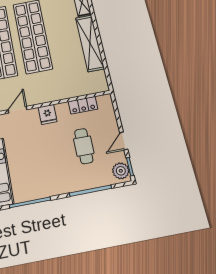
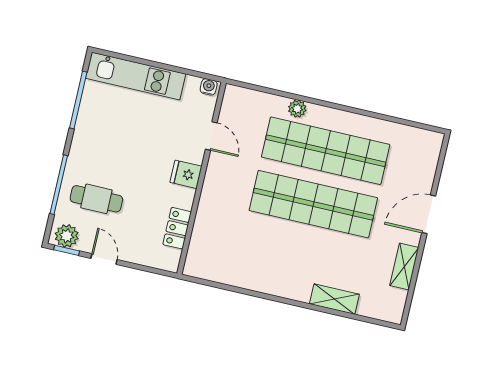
shelving: (90, 43) -> (265, 281), removed
cafe table: (84, 146) -> (96, 199), moved

